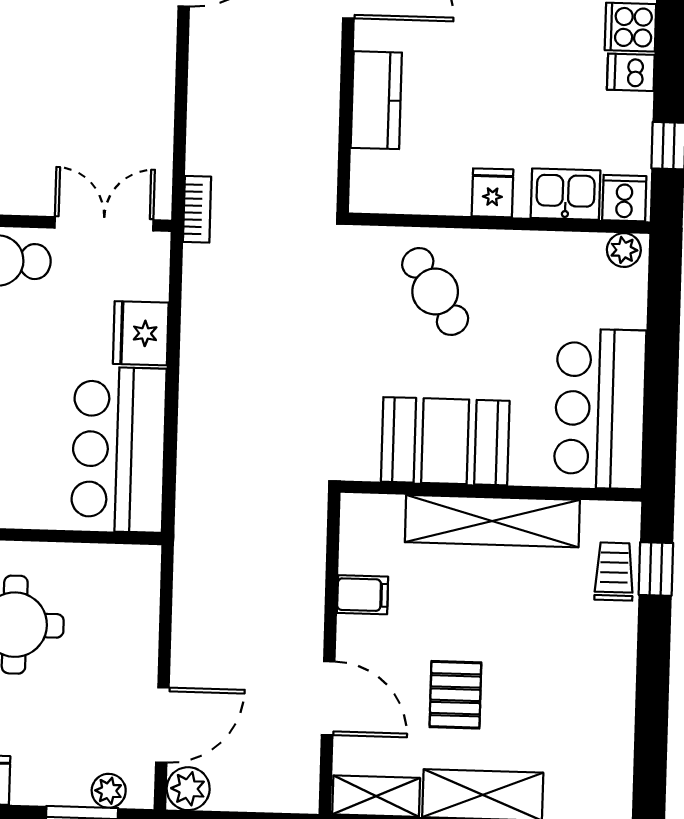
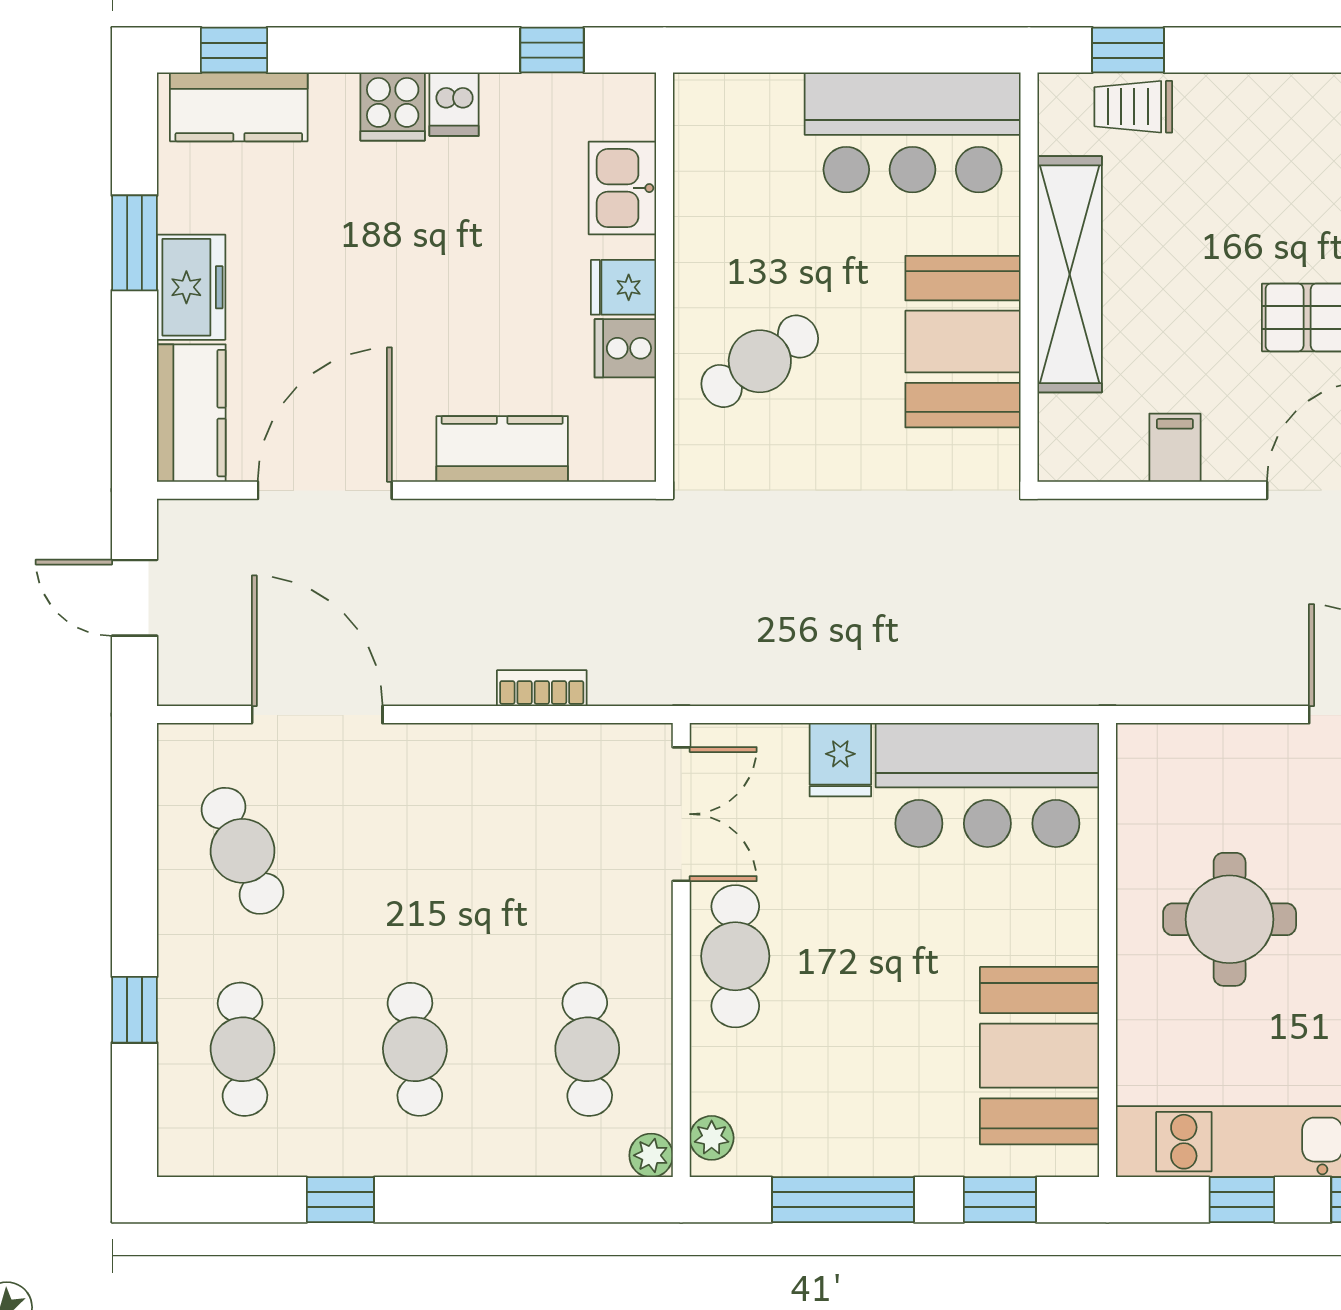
cooker: (624, 198) -> (625, 348), moved
bookcase: (197, 209) -> (542, 688), moved
double door: (104, 224) -> (681, 814), swing flipped
plant: (624, 250) -> (696, 106), removed
fridge: (141, 333) -> (840, 760), width x0.72

